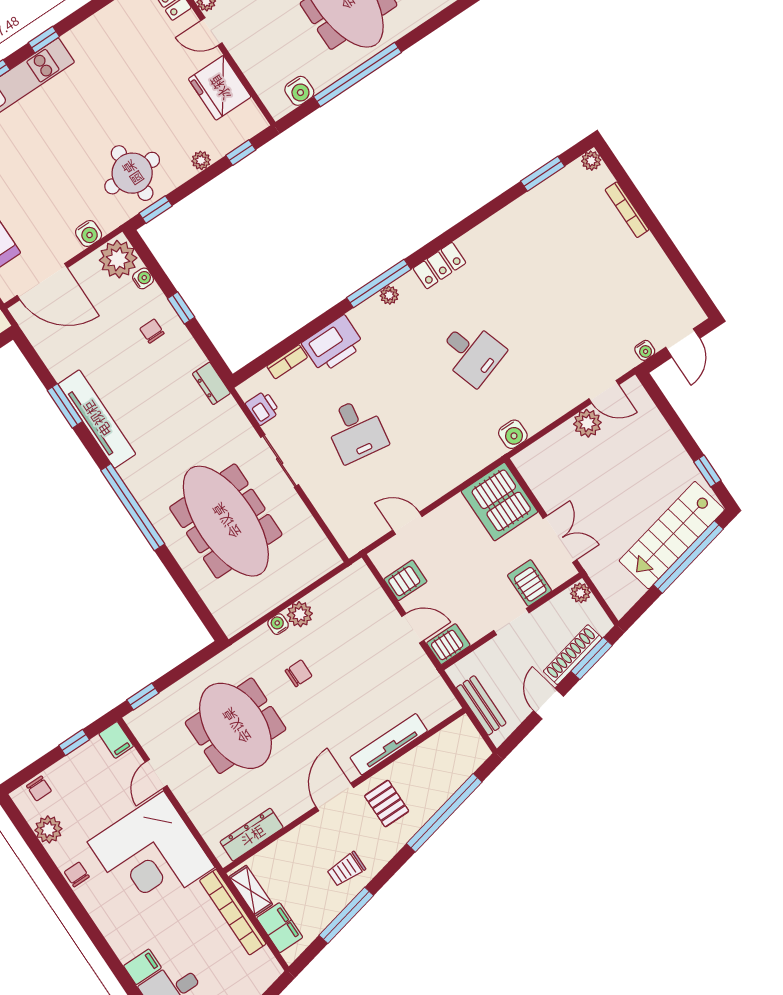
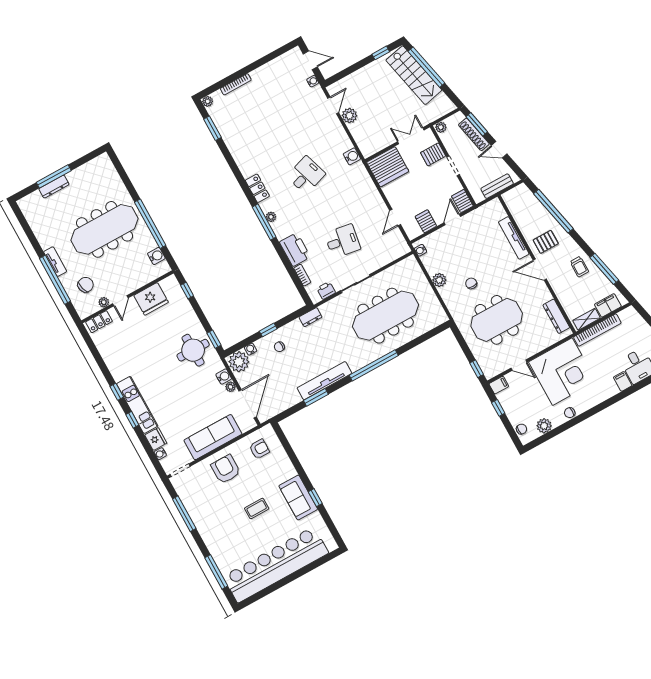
plant: (201, 160) -> (231, 387), moved
water cooler: (278, 624) -> (421, 250), moved

